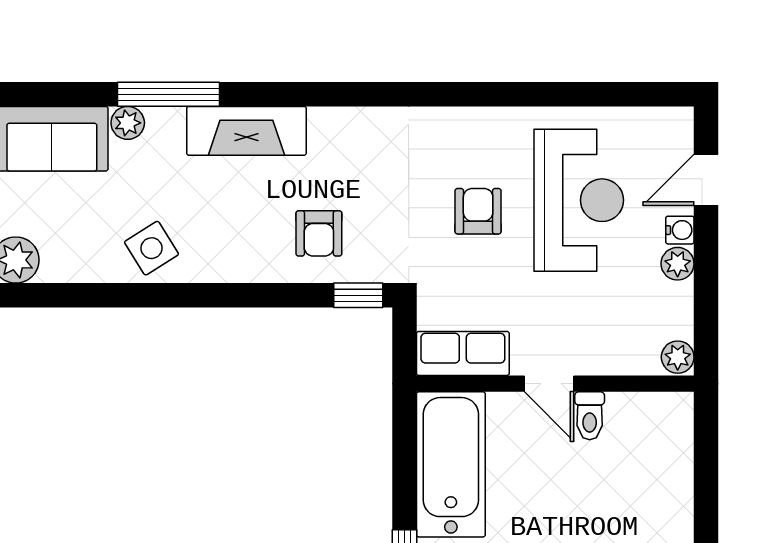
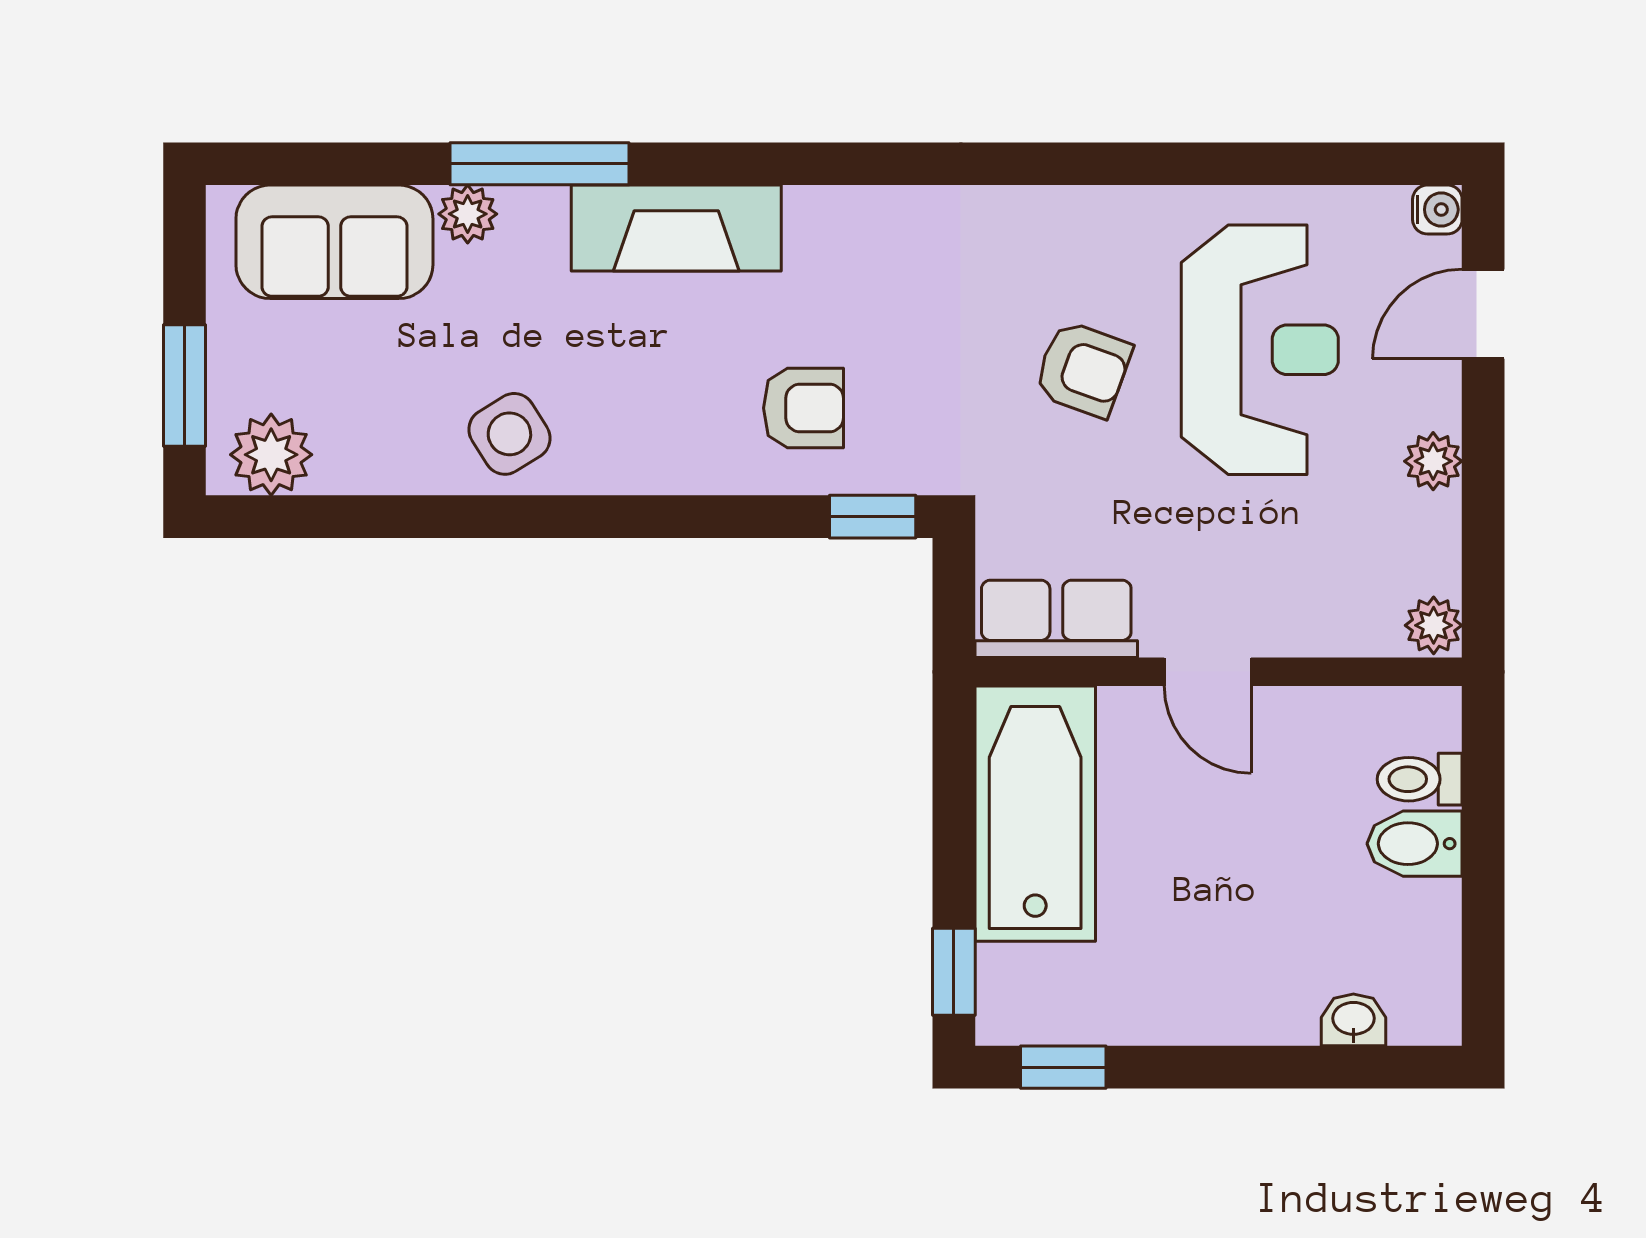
armchair: (478, 211) -> (1083, 369), turned 110
water cooler: (680, 230) -> (1437, 210), moved
armchair: (319, 233) -> (803, 408), turned -90
toilet: (590, 416) -> (1420, 779), moved, turned 90
bidet: (667, 481) -> (1415, 844), added

